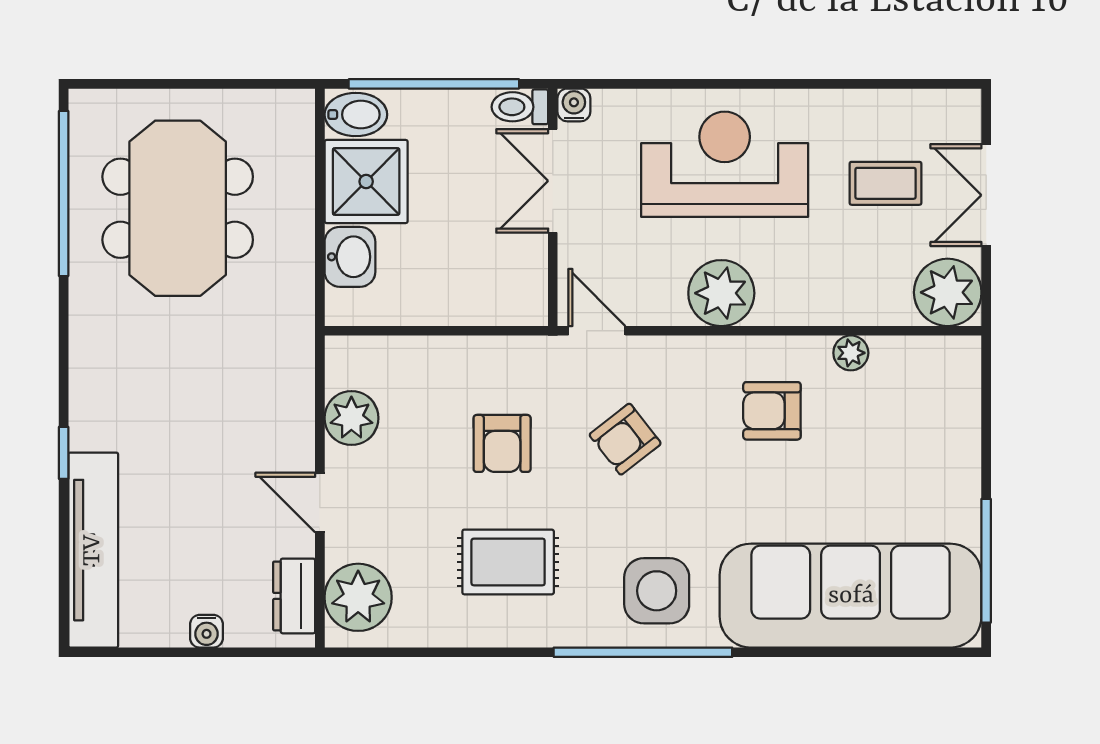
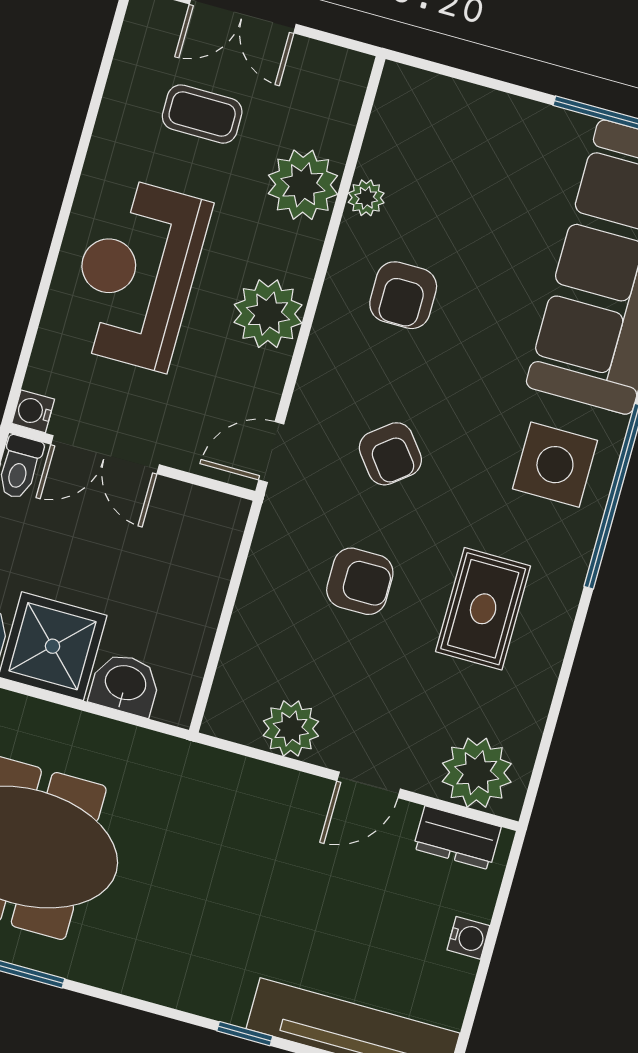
coffee table: (886, 183) -> (202, 114), turned 90
plant: (948, 292) -> (303, 185), moved

